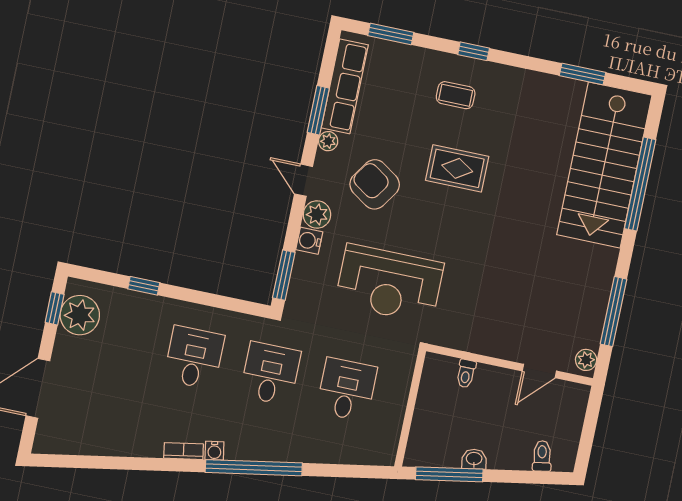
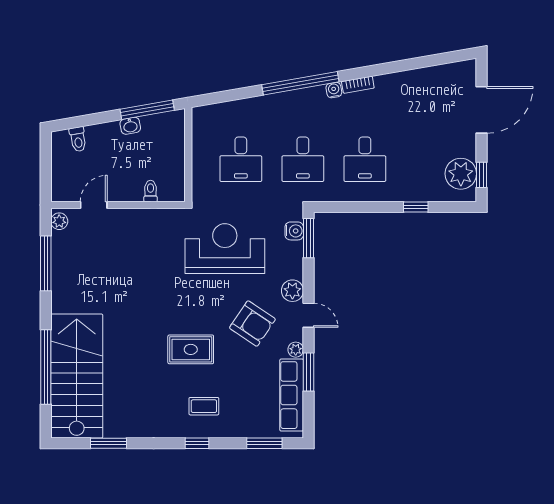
water cooler: (309, 241) -> (294, 231), moved

